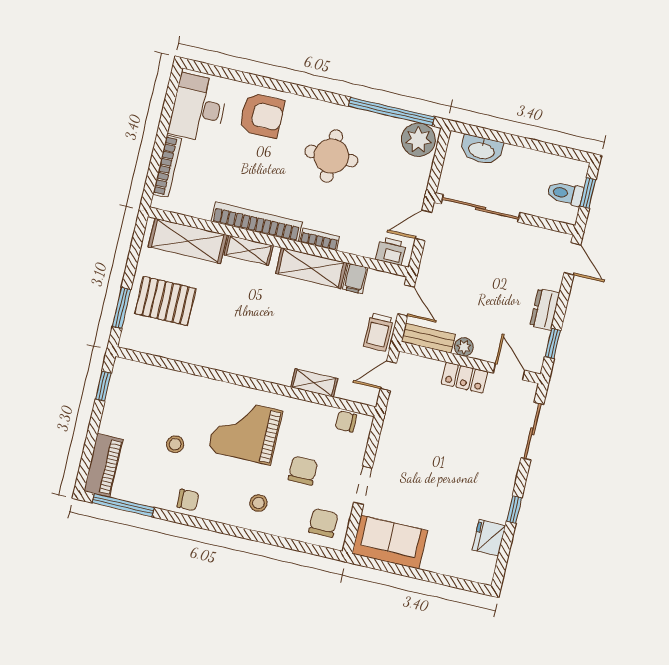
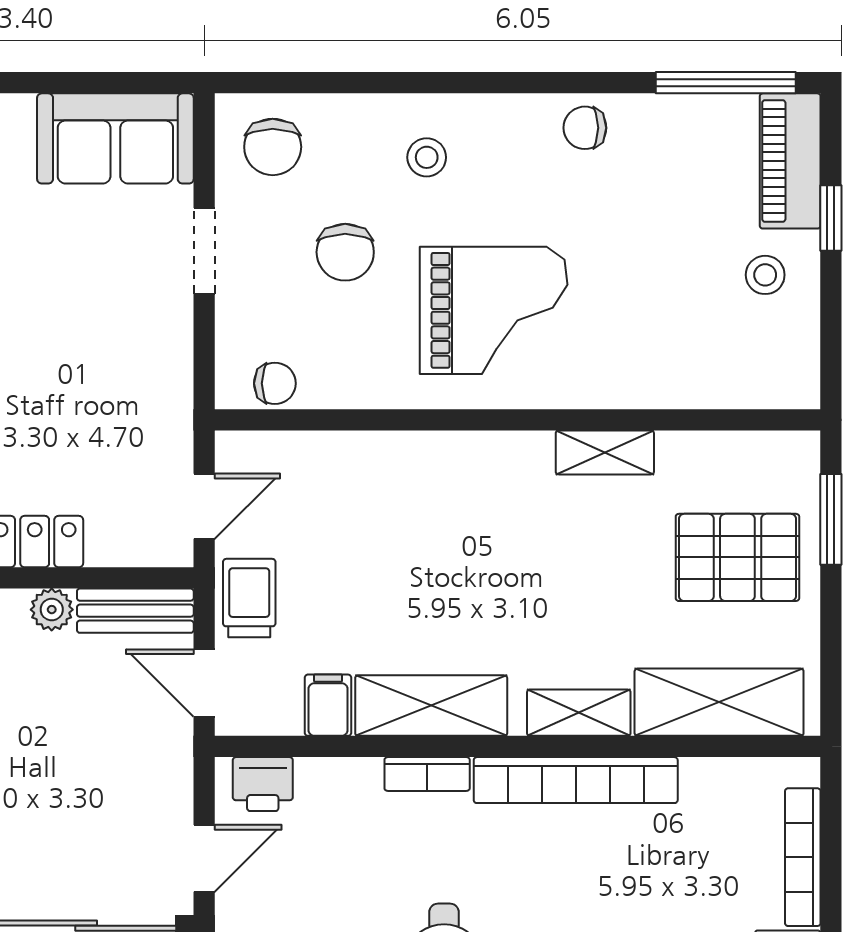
shelving: (314, 383) -> (605, 452), moved
window: (103, 386) -> (831, 218), moved
stool: (175, 444) -> (765, 275), moved

